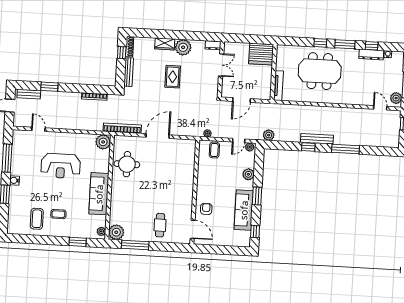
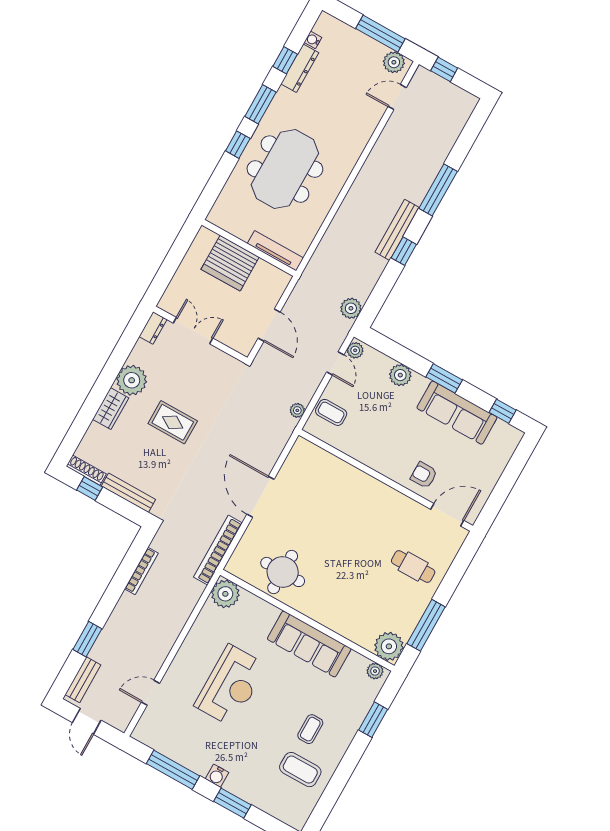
server rack: (261, 54) -> (230, 263), moved, turned 90

